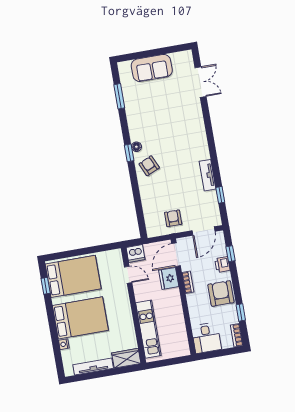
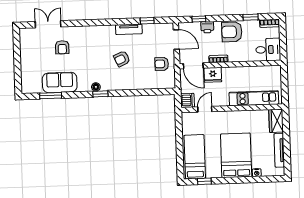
sofa: (152, 68) -> (60, 82), moved, turned -90
armchair: (176, 102) -> (62, 47), added
armchair: (149, 166) -> (122, 59), moved
bed: (73, 276) -> (195, 157), width x0.67

